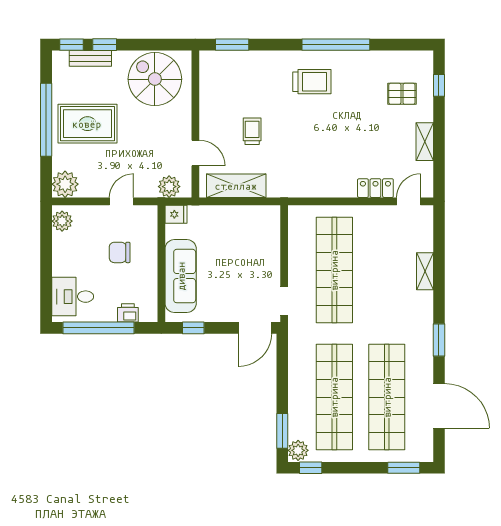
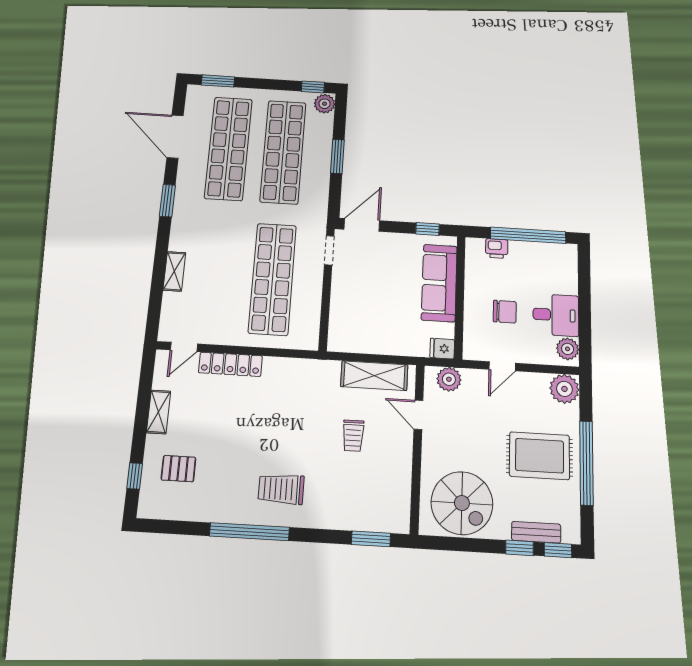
locker: (375, 188) -> (230, 364), width x1.53
desk: (73, 297) -> (556, 315), moved
window: (282, 431) -> (337, 156), moved

